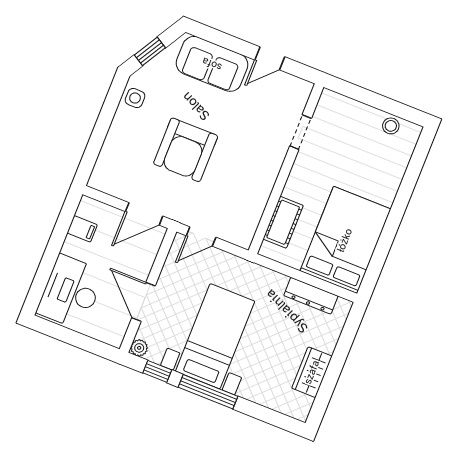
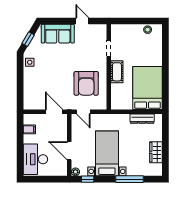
door: (270, 58) -> (82, 21), swing flipped
armchair: (186, 150) -> (86, 83), moved
door: (144, 214) -> (54, 112), swing flipped
cot: (283, 222) -> (117, 72), moved
door: (201, 237) -> (83, 112), hinge flipped
window: (208, 392) -> (130, 179), moved

